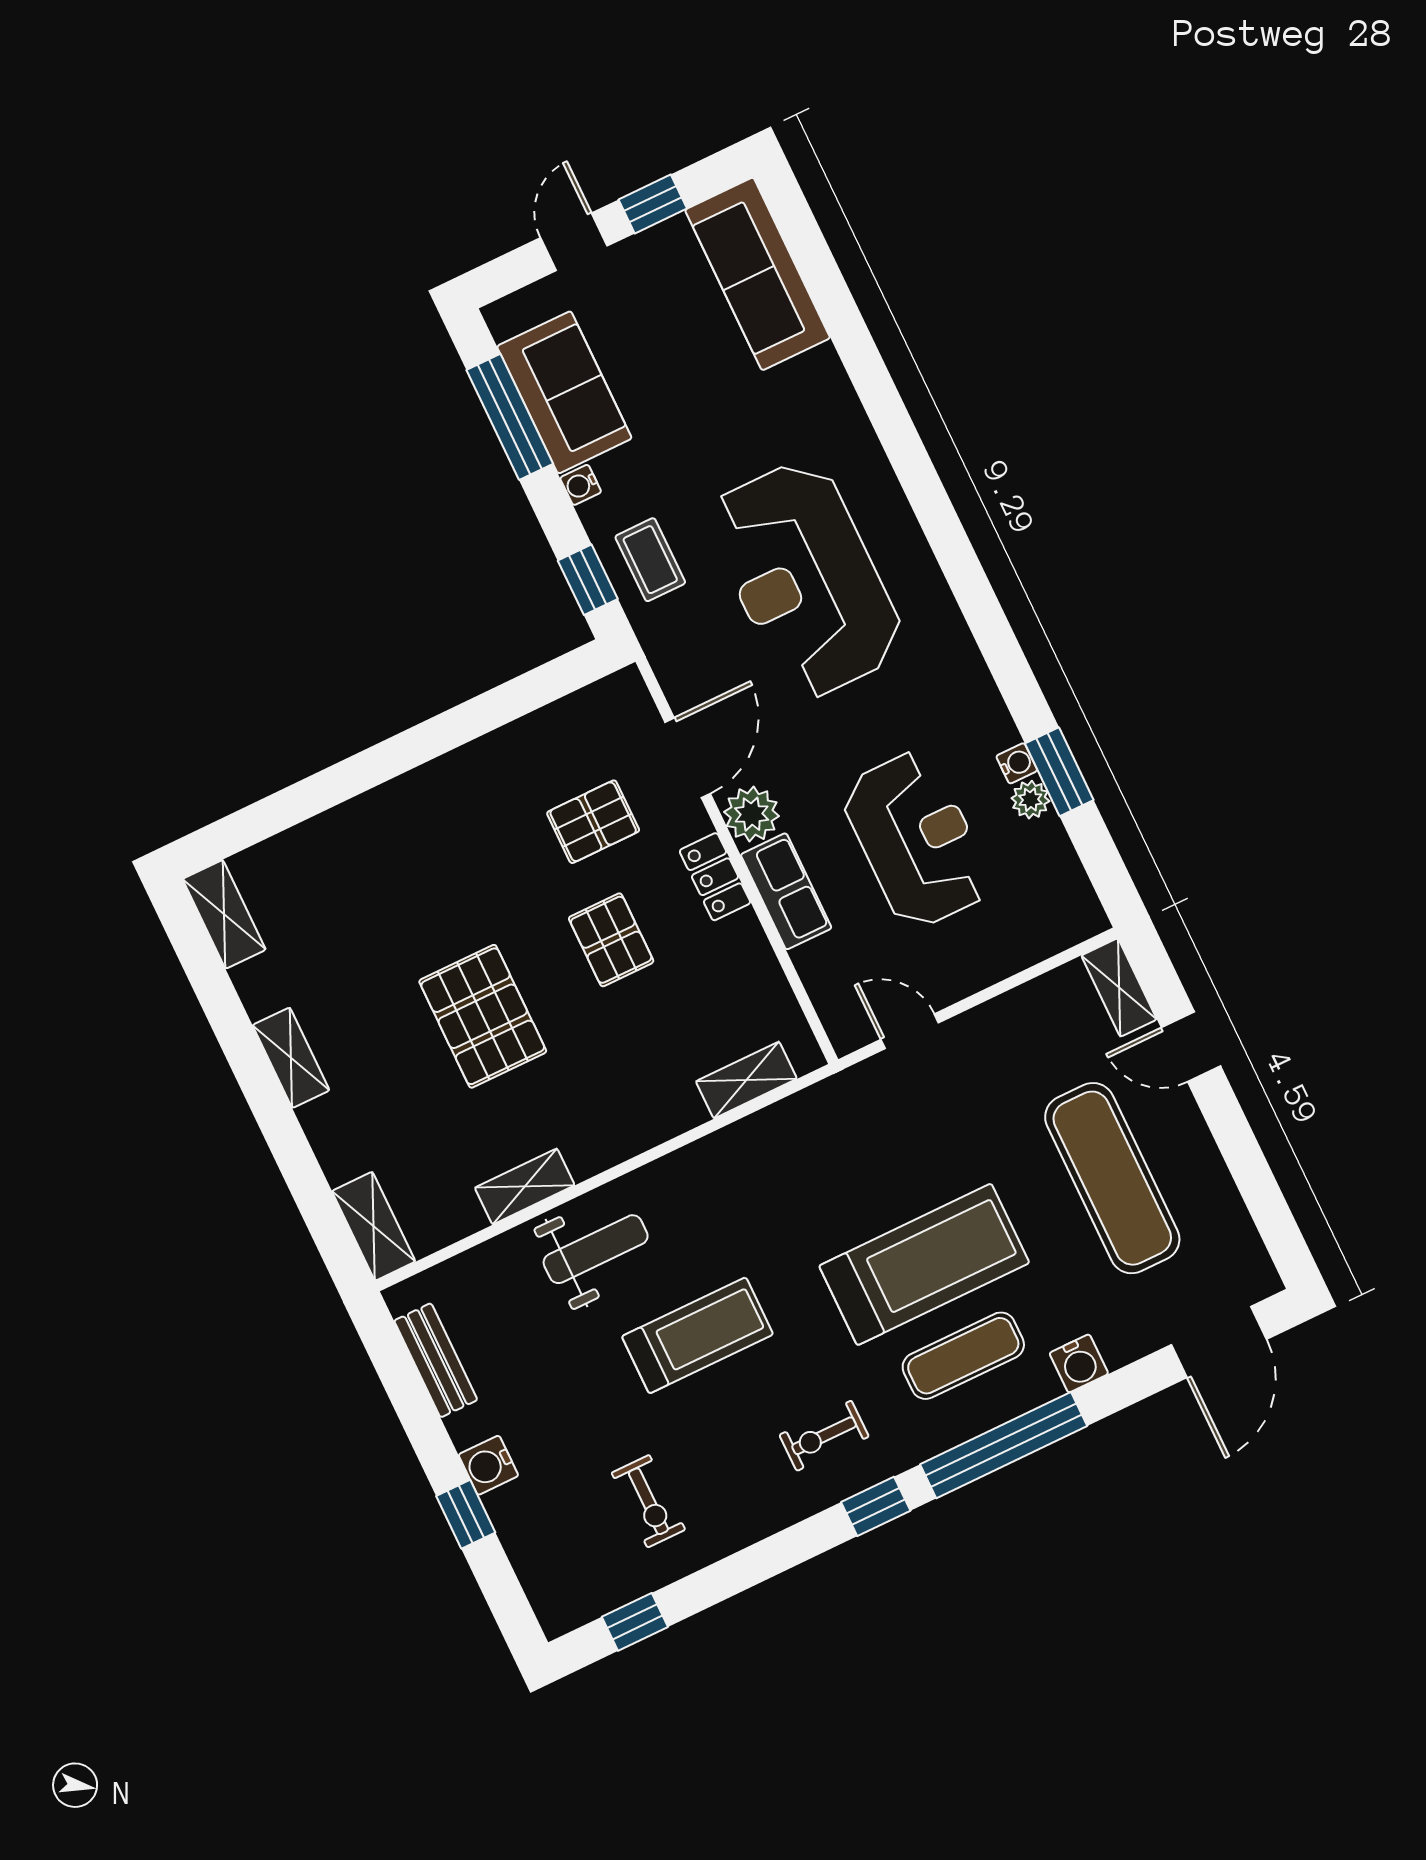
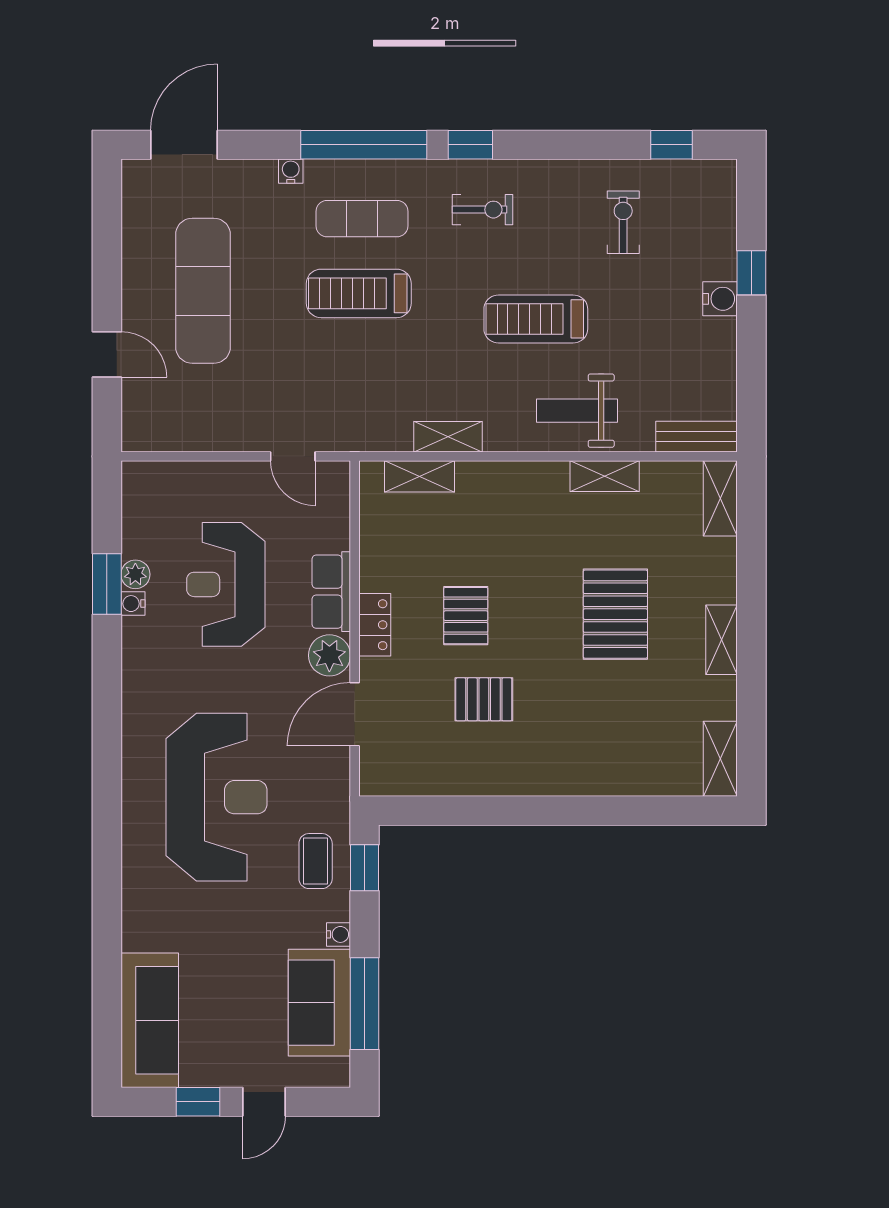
pallet: (593, 822) -> (484, 699), moved
shelving: (1119, 987) -> (448, 437), moved, turned 90
pallet: (483, 1016) -> (615, 614), moved
treadmill: (924, 1264) -> (359, 293), width x0.73, depth x0.73
bench: (436, 1360) -> (697, 437), moved, turned 90
water cooler: (1079, 1363) -> (291, 171), width x0.72, depth x0.72

